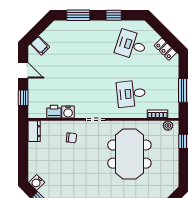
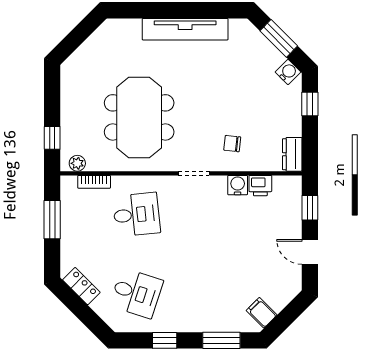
filing cabinet: (40, 46) -> (262, 313), moved
window: (23, 162) -> (310, 104), added

